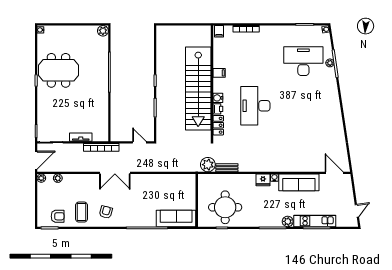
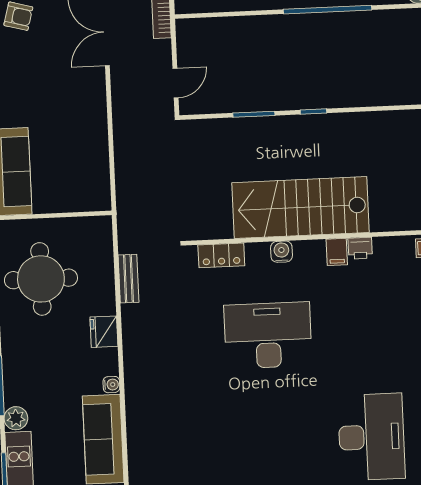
stairs: (198, 88) -> (301, 208), width x0.73
printer: (218, 109) -> (360, 248), moved
plant: (208, 165) -> (133, 236), removed
fridge: (263, 180) -> (104, 332), moved

